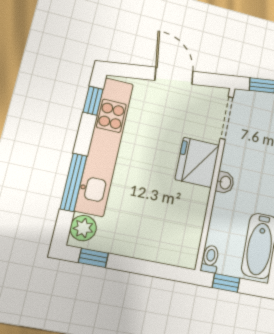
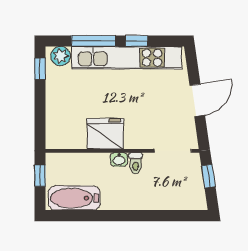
window: (93, 101) -> (137, 41), moved
fridge: (197, 162) -> (105, 134), moved
toilet: (210, 259) -> (136, 163), moved, turned 90

